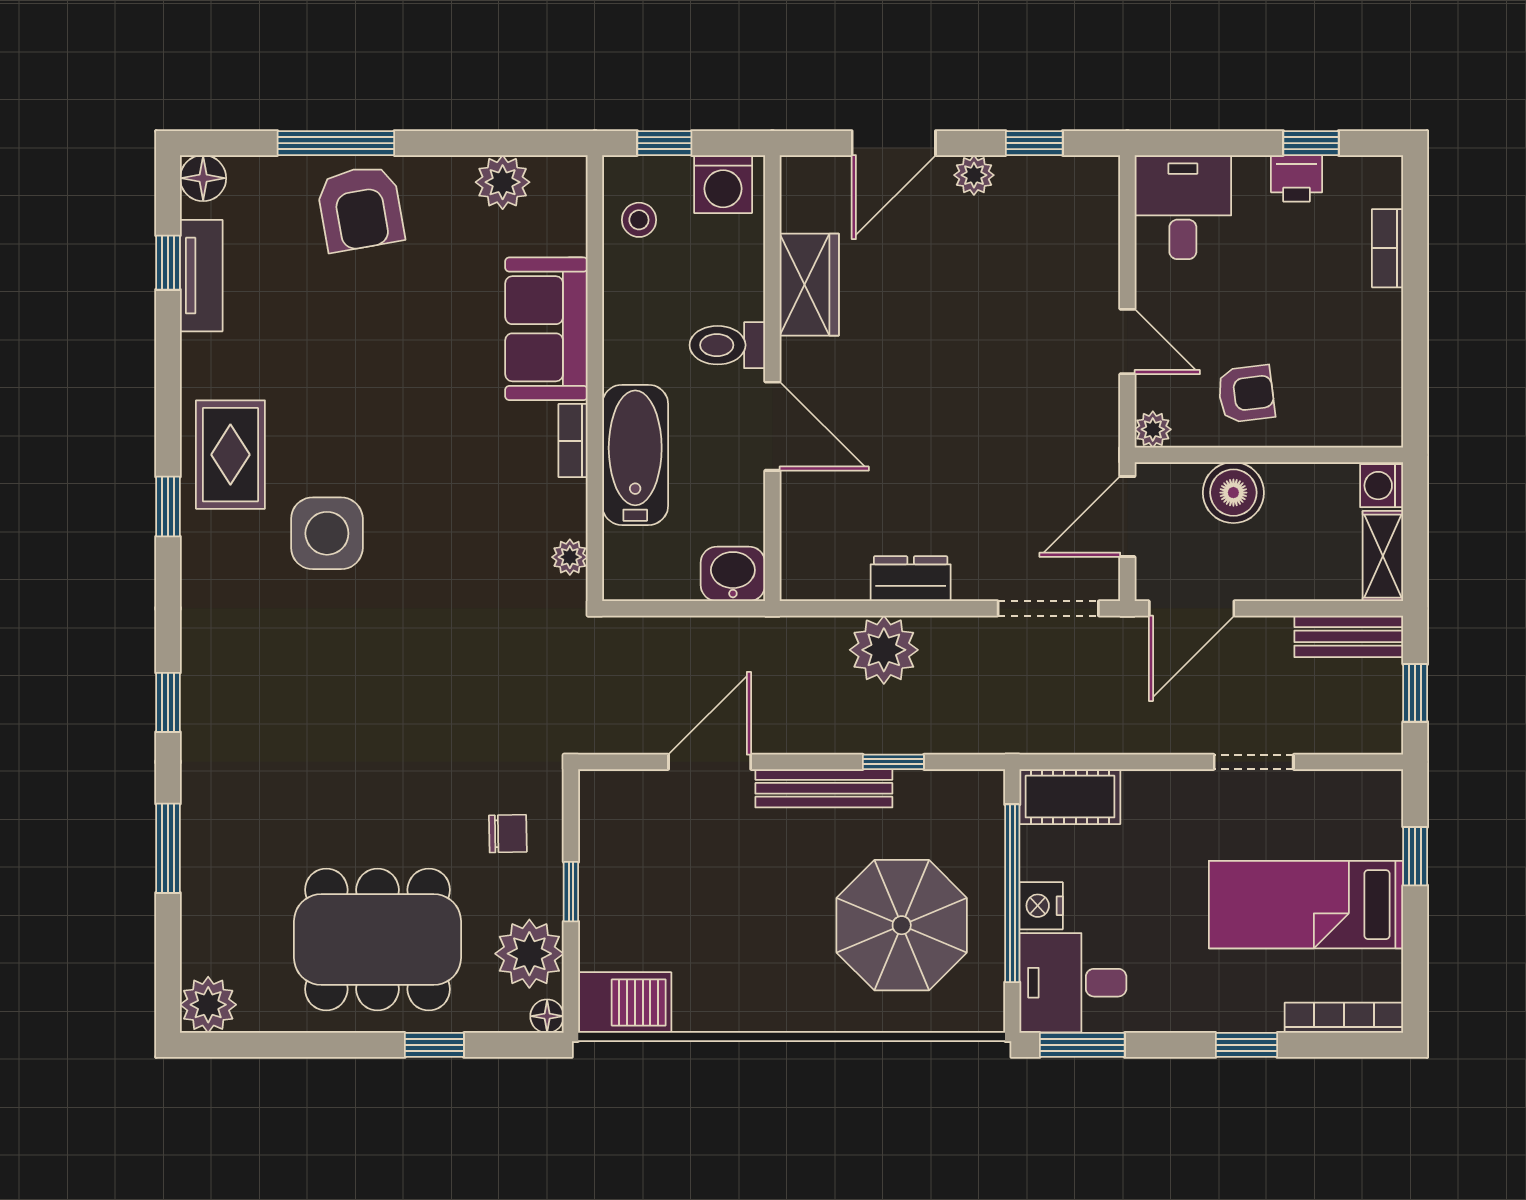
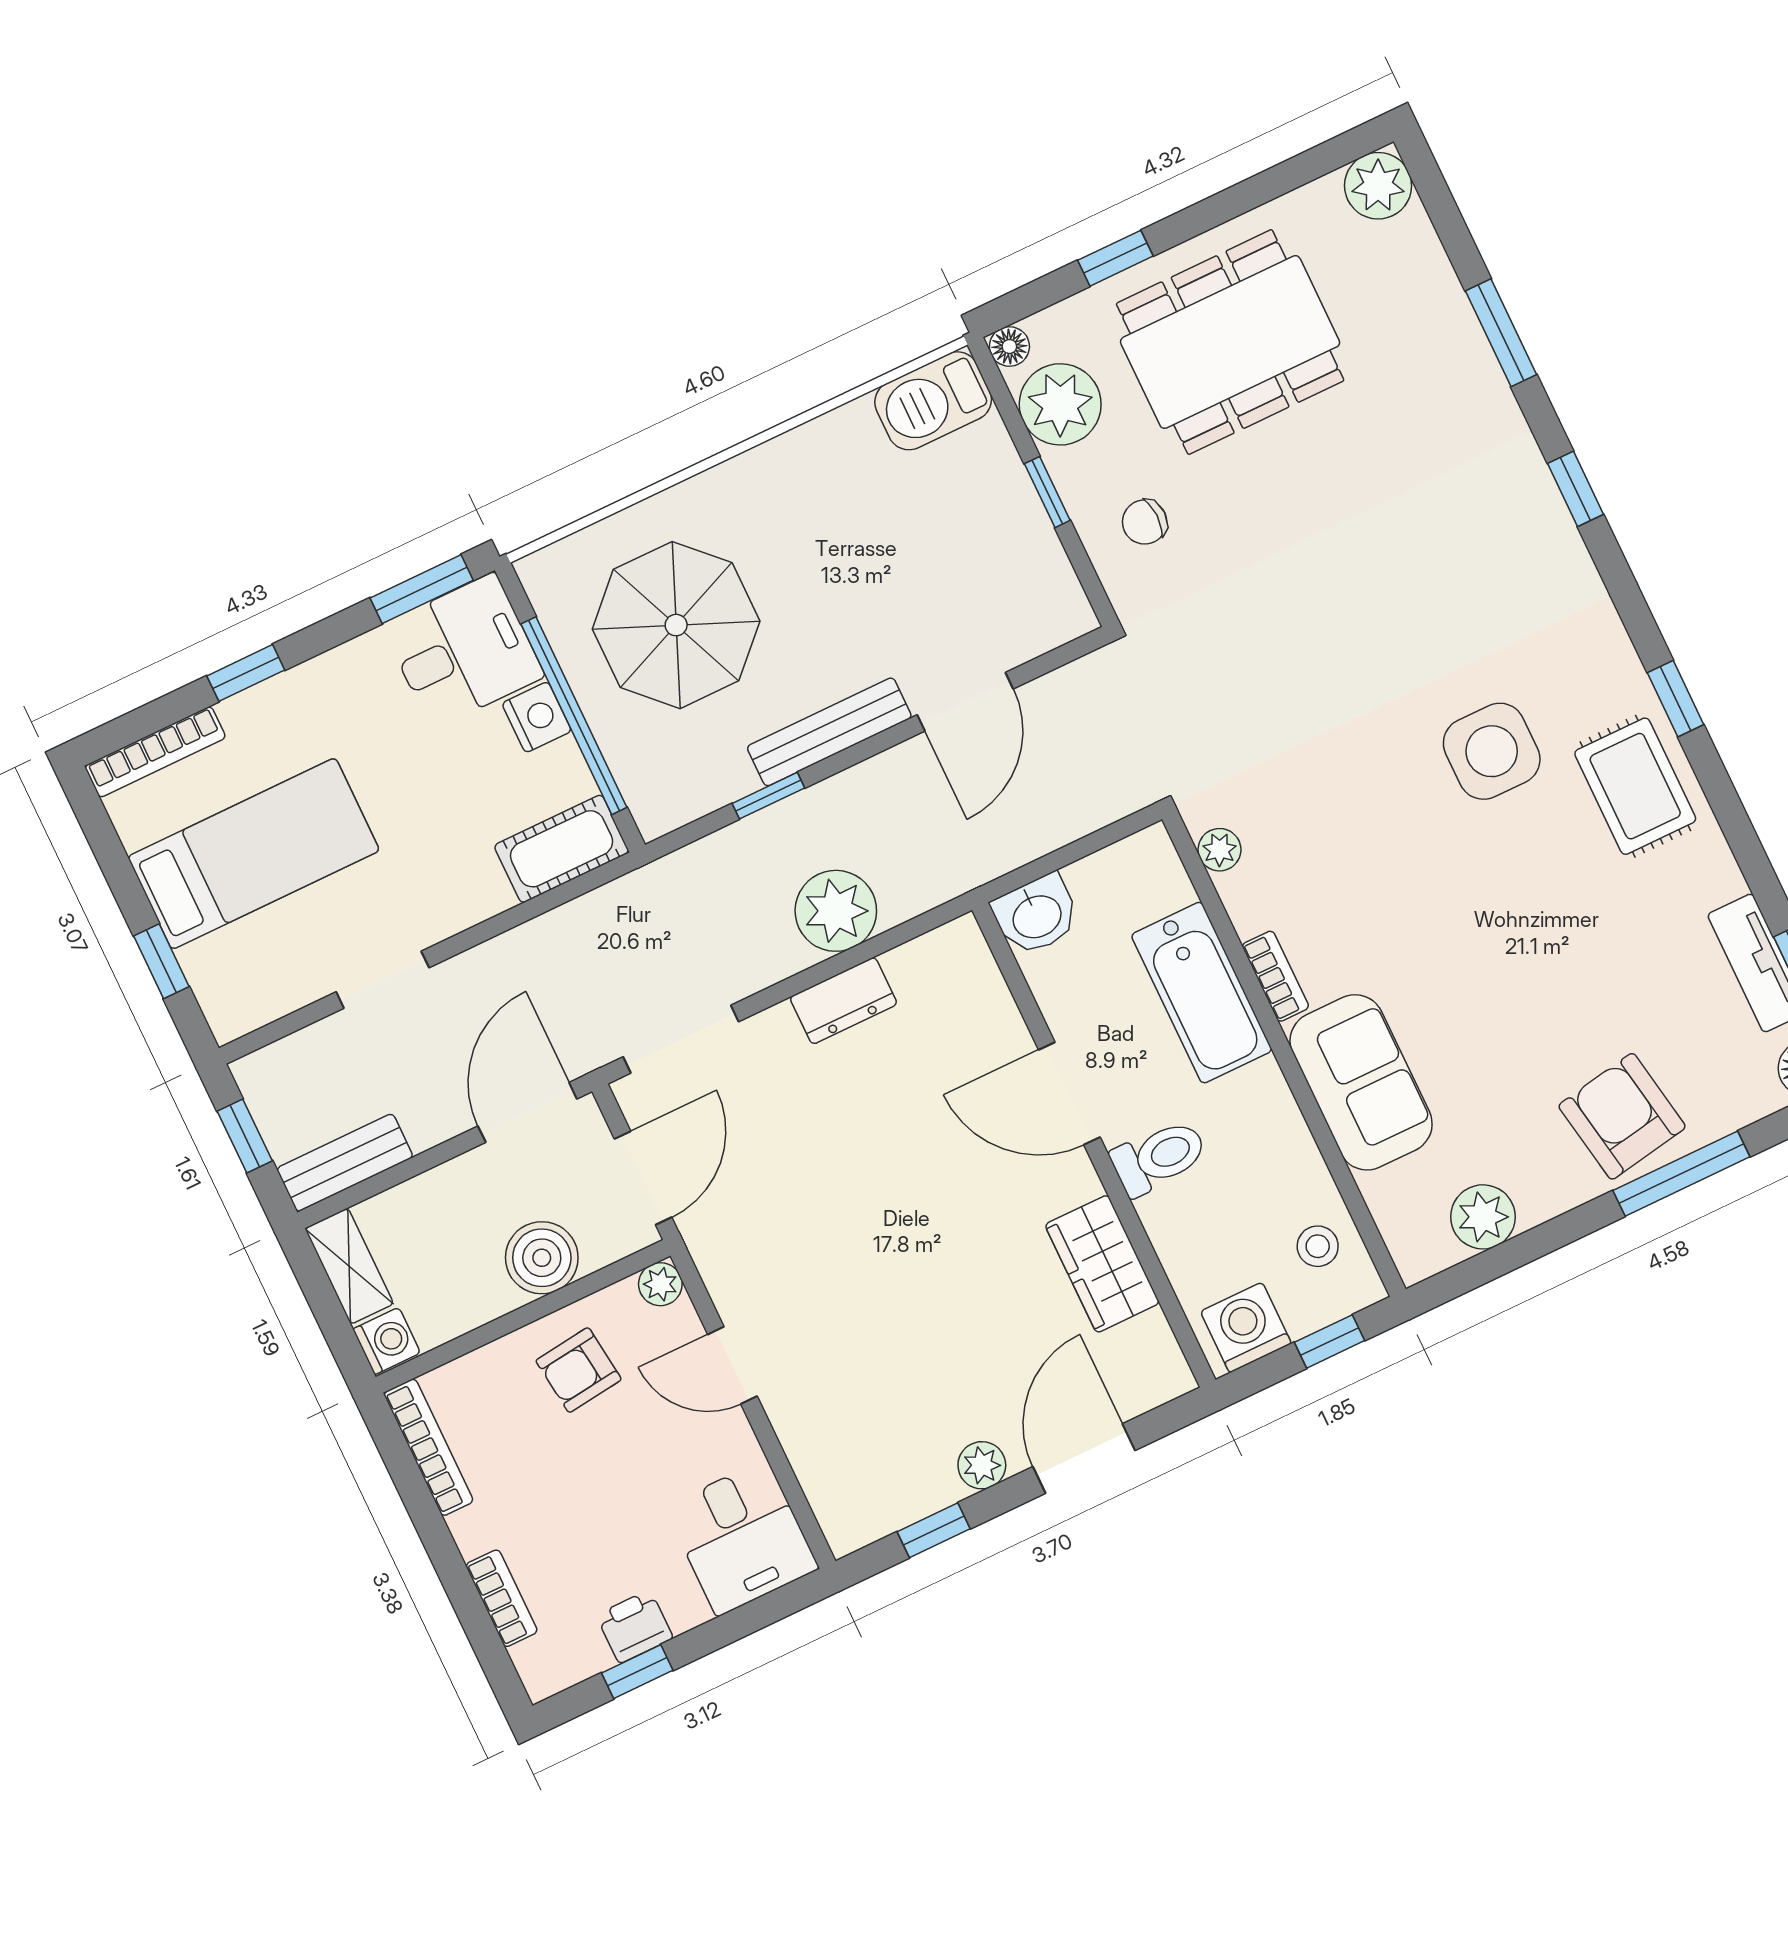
bookcase: (1388, 390) -> (428, 1447), added

